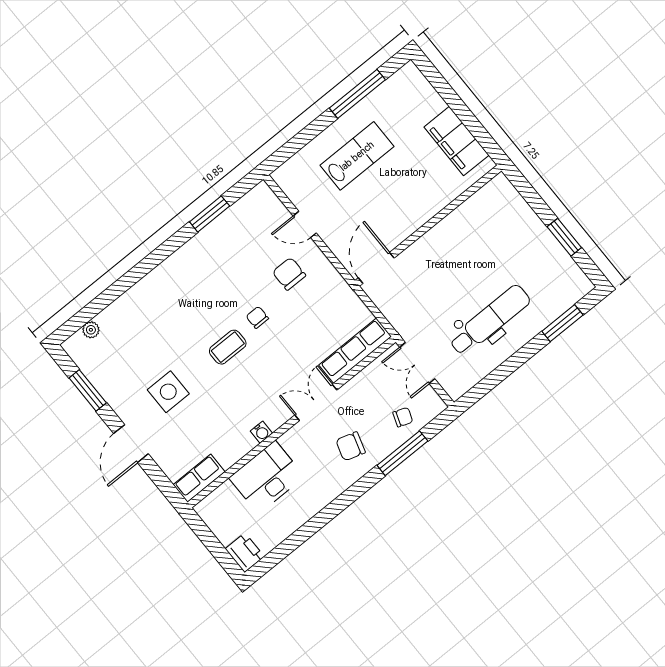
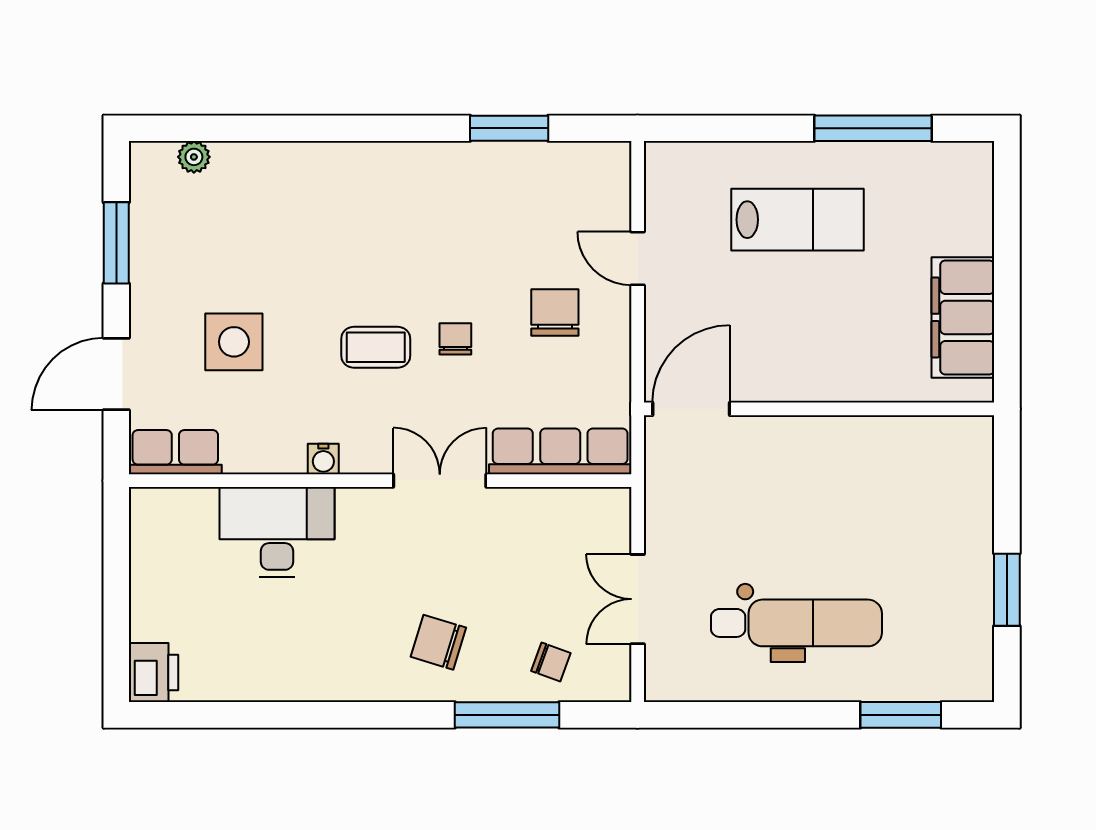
row of seats: (355, 351) -> (560, 451), moved
double door: (316, 402) -> (440, 481), moved
wall: (292, 422) -> (380, 481), moved
water cooler: (261, 432) -> (323, 459), moved
desk: (267, 477) -> (277, 532), moved
row of seats: (199, 478) -> (175, 452), moved

